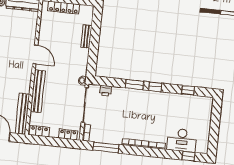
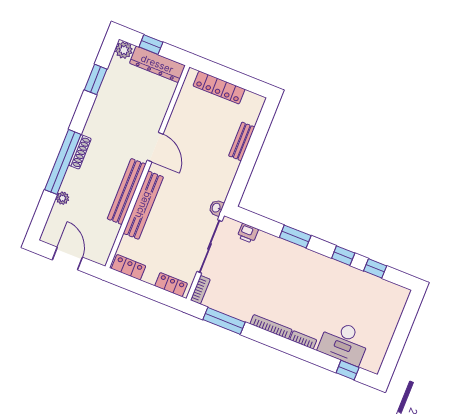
window: (155, 87) -> (343, 256), moved
bench: (23, 114) -> (127, 192), moved

